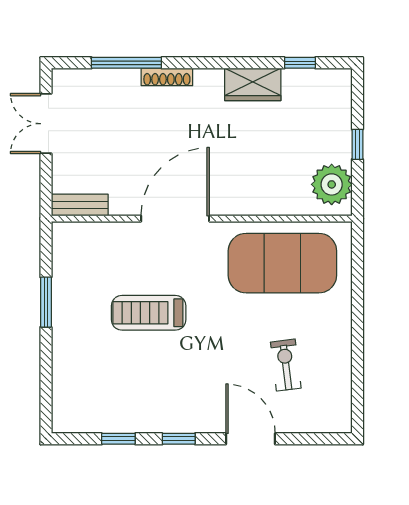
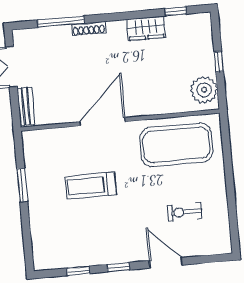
bench: (80, 205) -> (26, 106), moved, turned 90
exercise bike: (286, 365) -> (185, 212), turned -83

